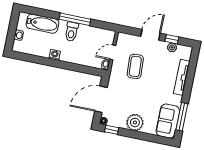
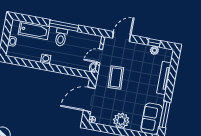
door: (150, 35) -> (122, 37), moved
coffee table: (135, 66) -> (116, 78), moved
window: (112, 130) -> (100, 128), removed

